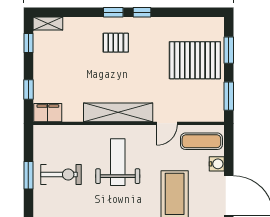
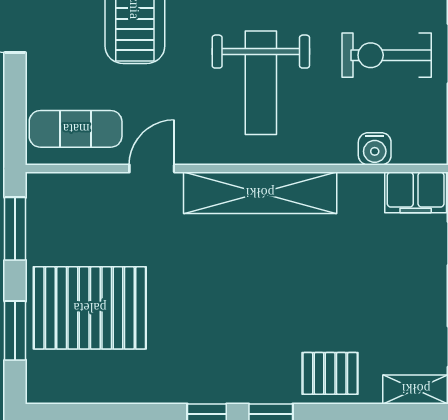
pallet: (116, 43) -> (330, 373), moved
water cooler: (217, 164) -> (375, 149), moved, turned -90

